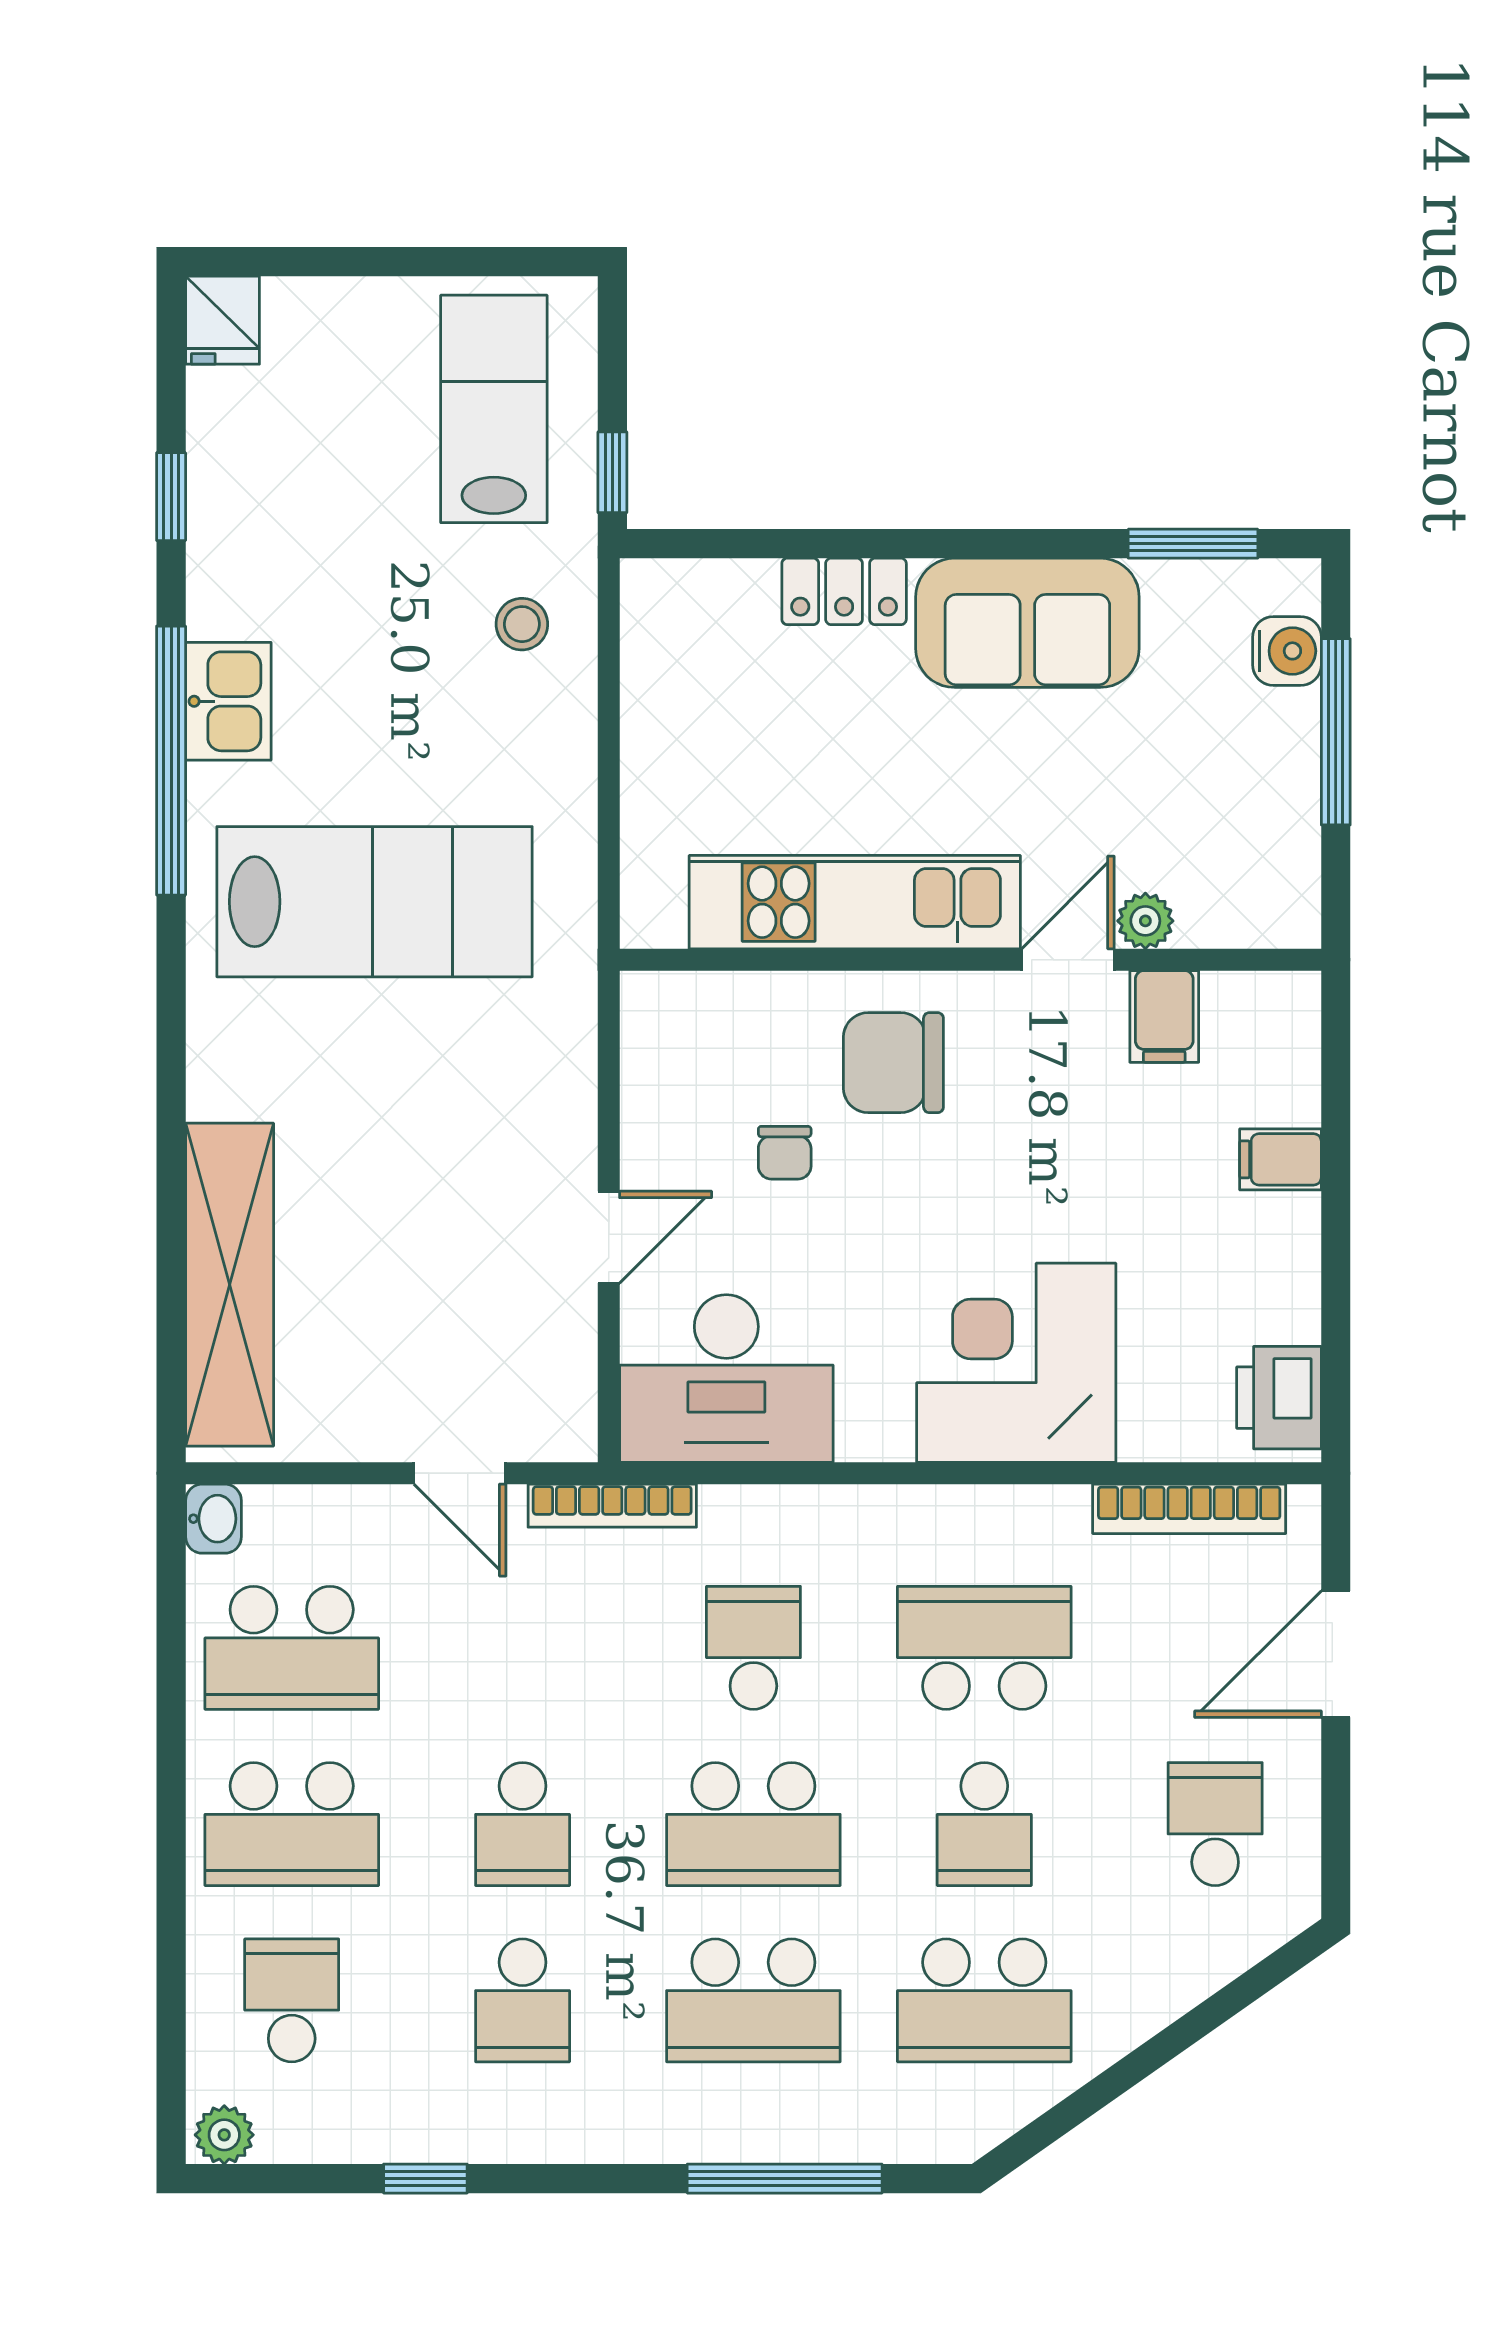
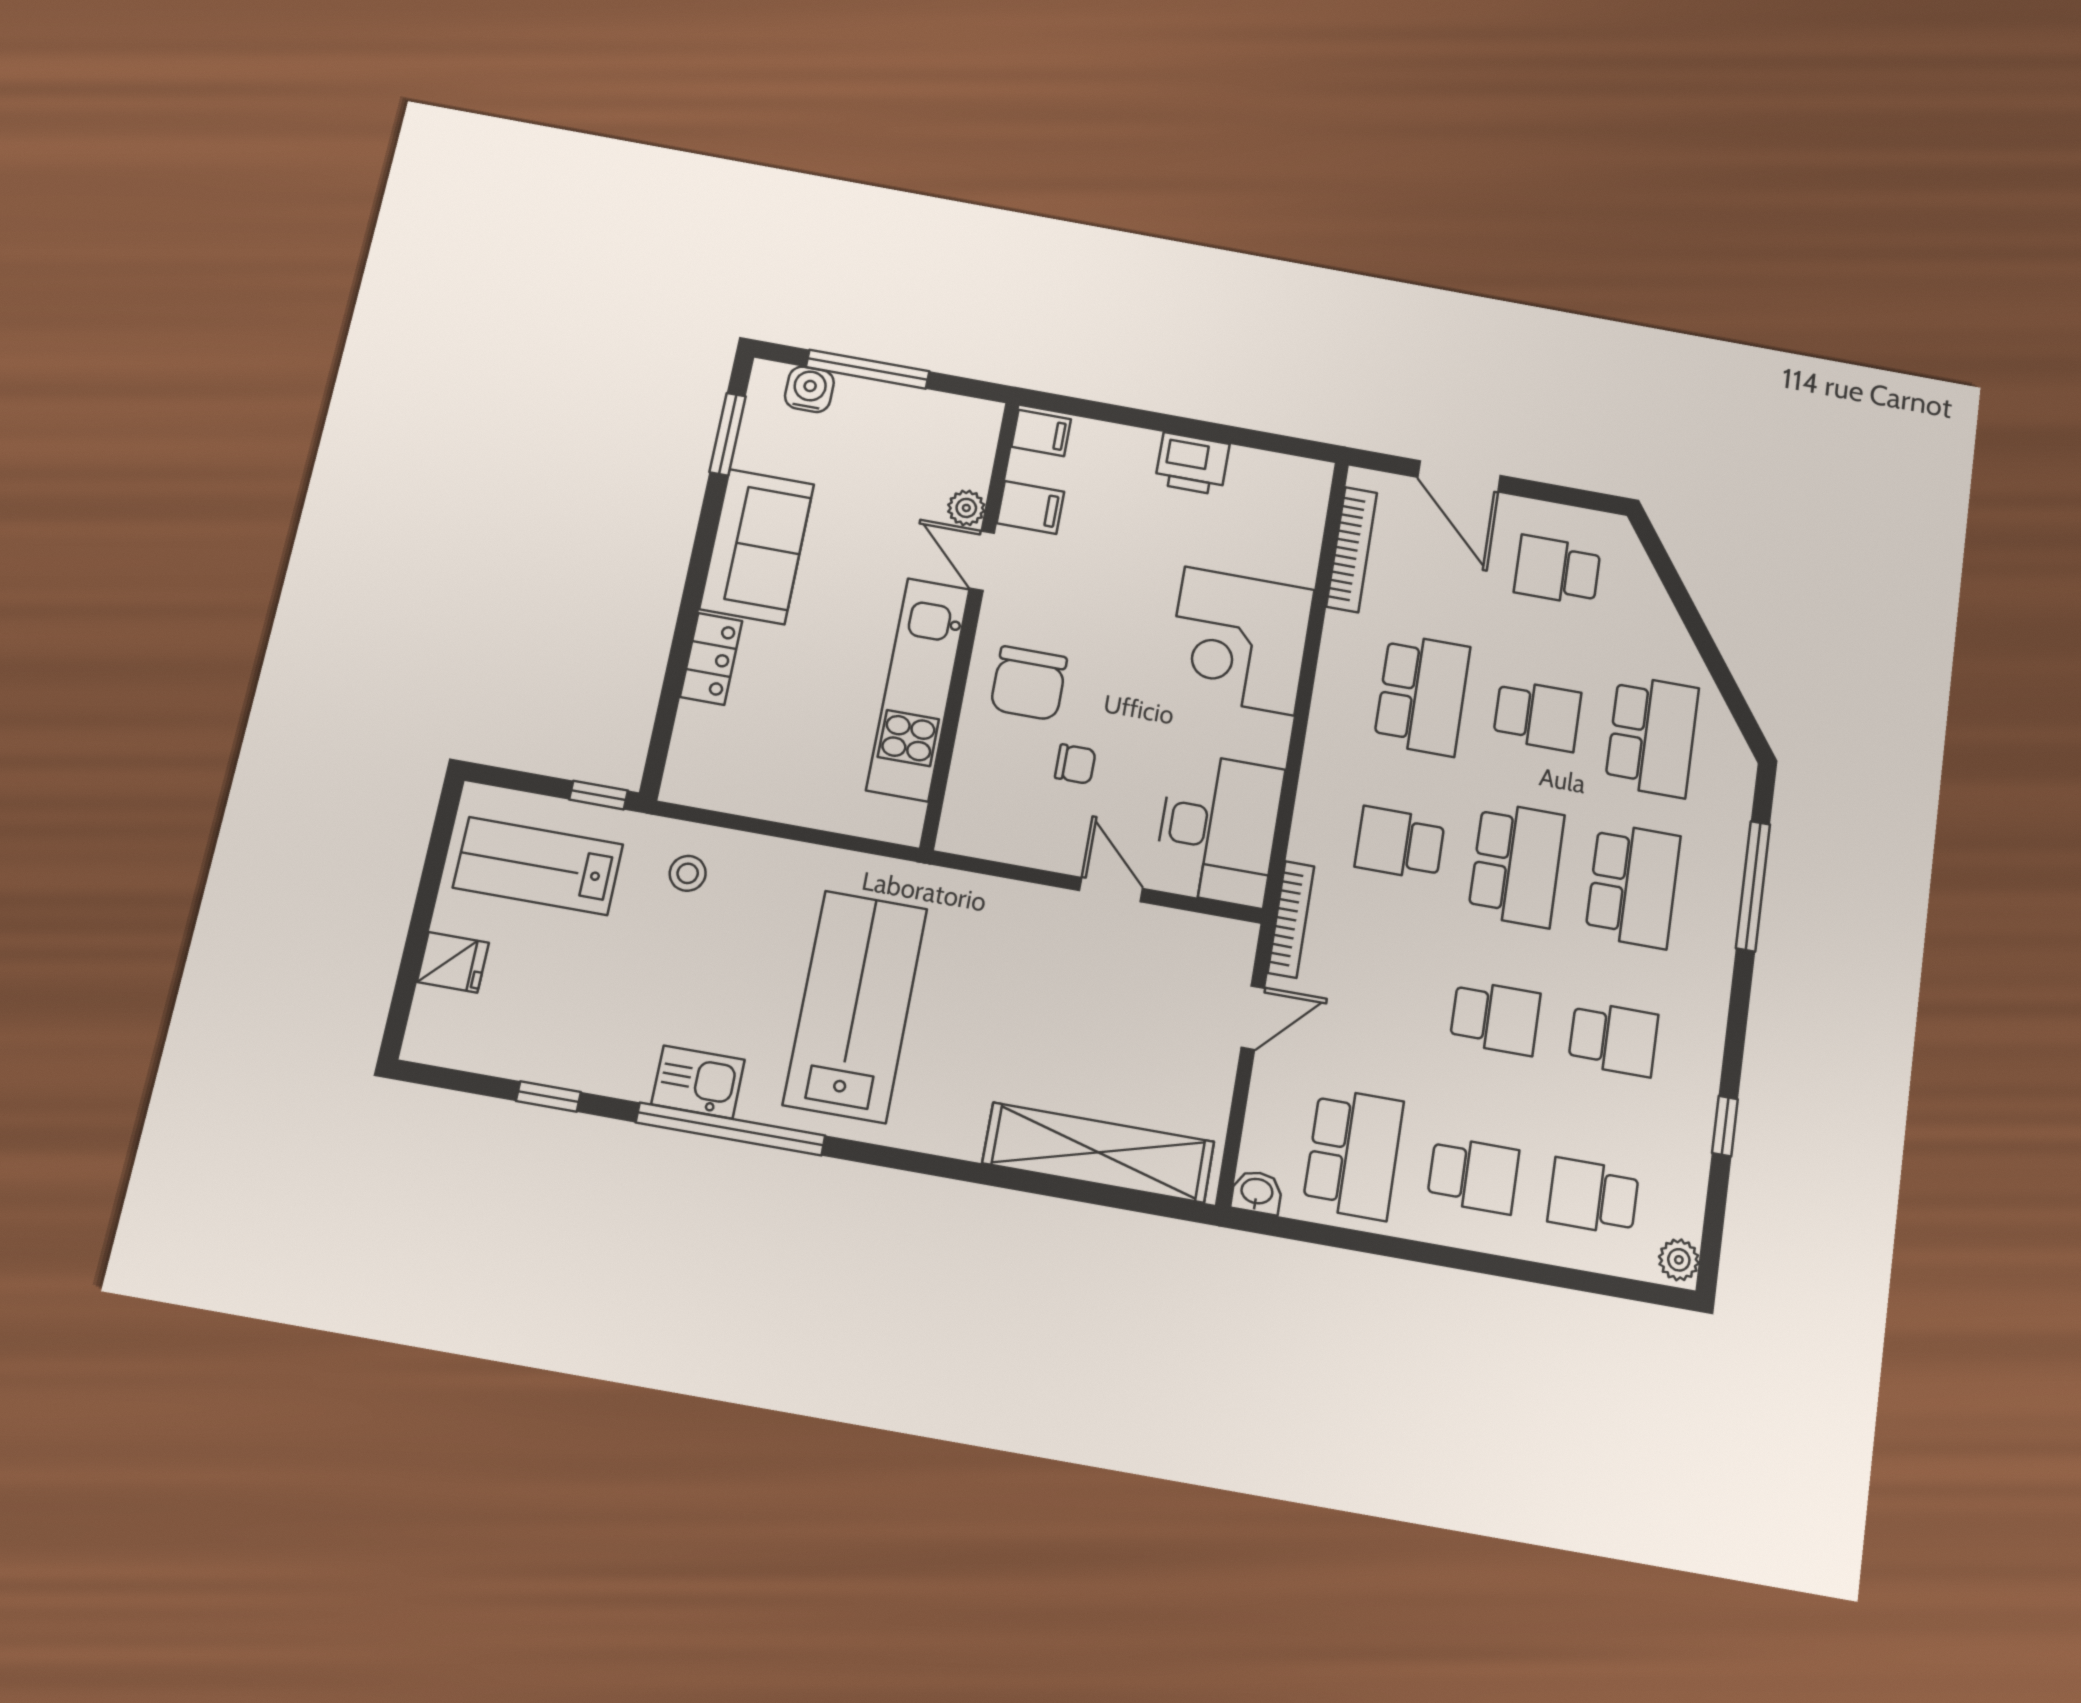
fridge: (222, 320) -> (453, 962), moved
filing cabinet: (1280, 1159) -> (1041, 433), moved, turned -90
printer: (1279, 1398) -> (1192, 464), moved
school desk: (984, 1648) -> (1422, 695), turned 180
school desk: (292, 1824) -> (1473, 1175), width x0.54

